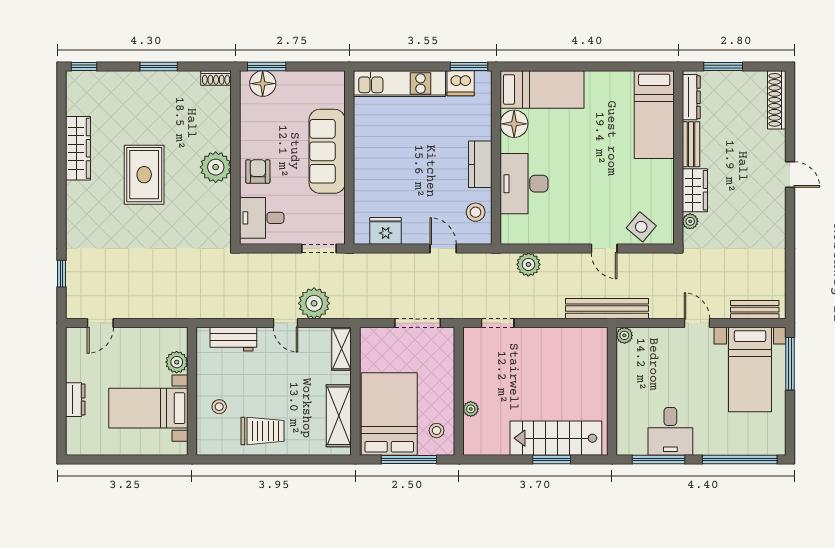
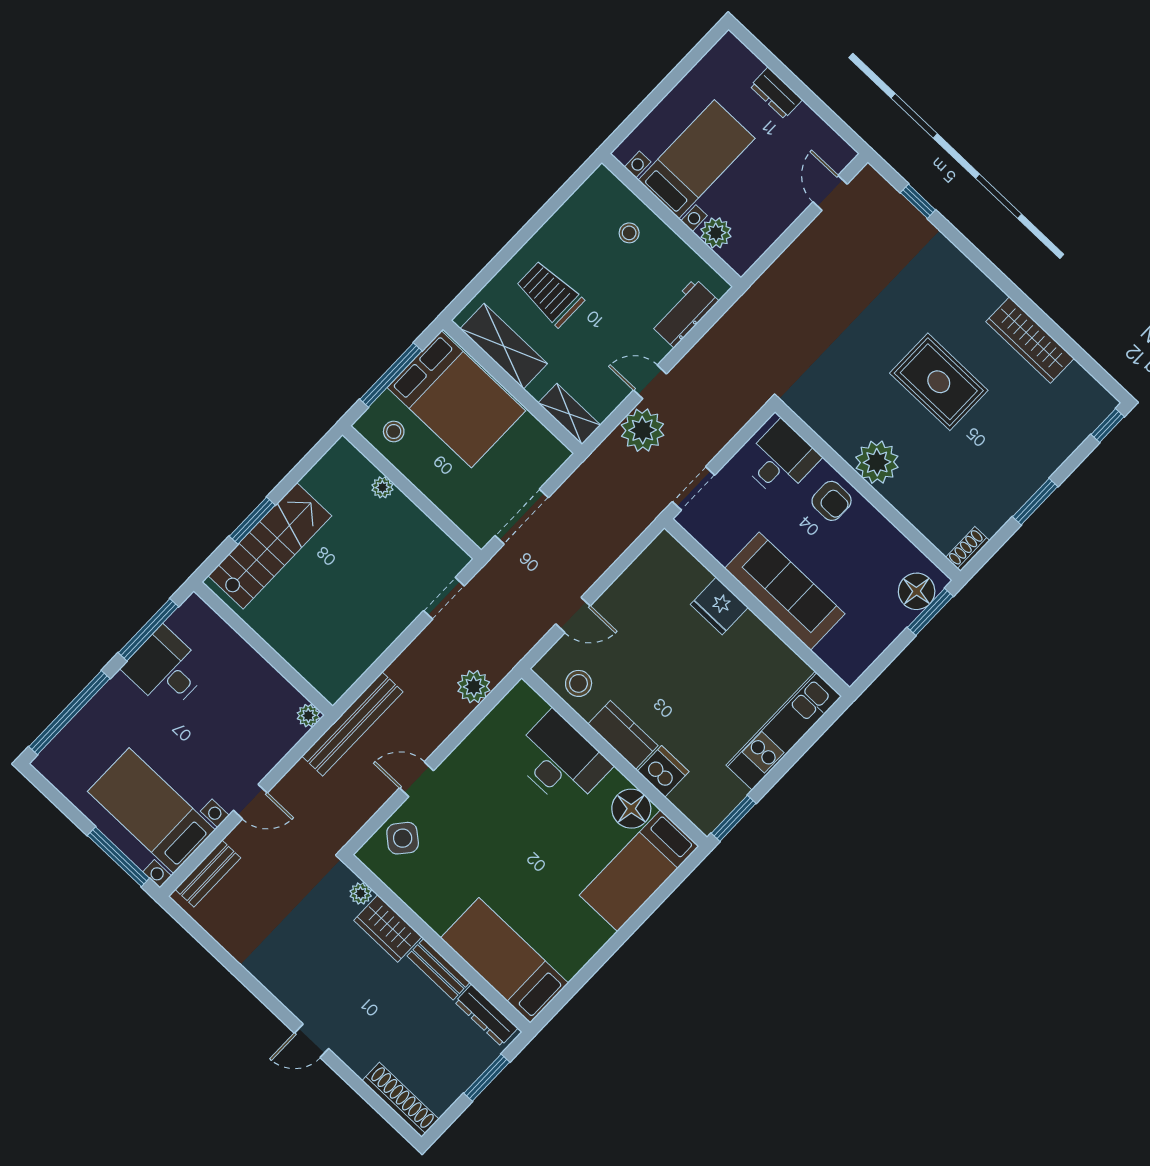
dishwasher: (461, 83) -> (663, 771), moved, turned 90
fridge: (386, 231) -> (719, 606), moved, turned 90
trolley: (263, 431) -> (550, 294), moved, turned 90

